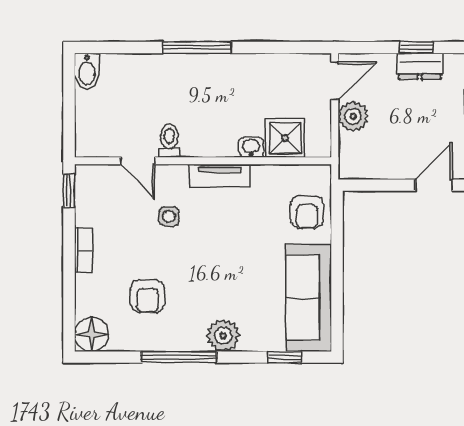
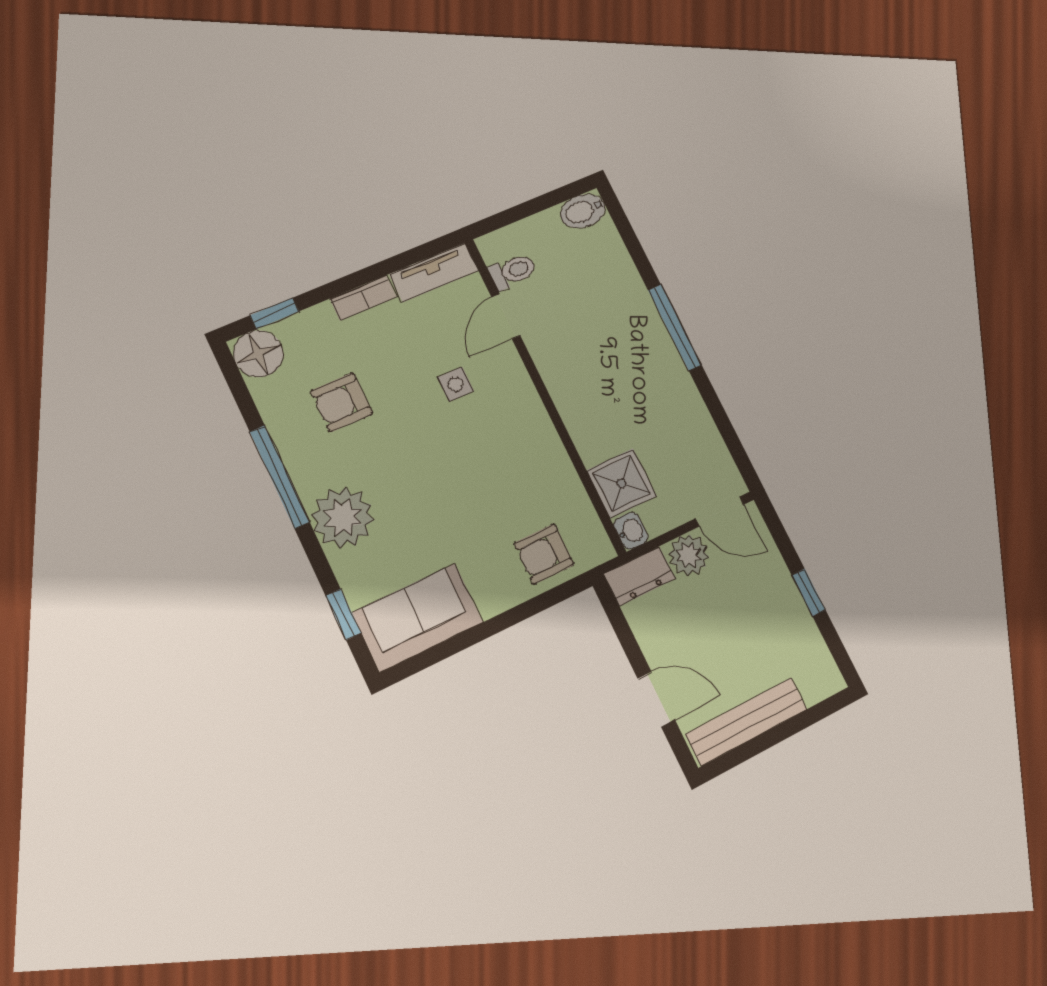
dresser: (420, 66) -> (639, 576), moved, turned -90
toilet: (169, 141) -> (513, 271), moved
washbasin: (251, 147) -> (631, 531), moved
tv unit: (220, 176) -> (434, 272), moved, turned -90
window: (69, 191) -> (274, 313), moved
sofa: (309, 298) -> (418, 618), width x0.73
plant: (223, 336) -> (343, 518), width x1.36, depth x1.36

